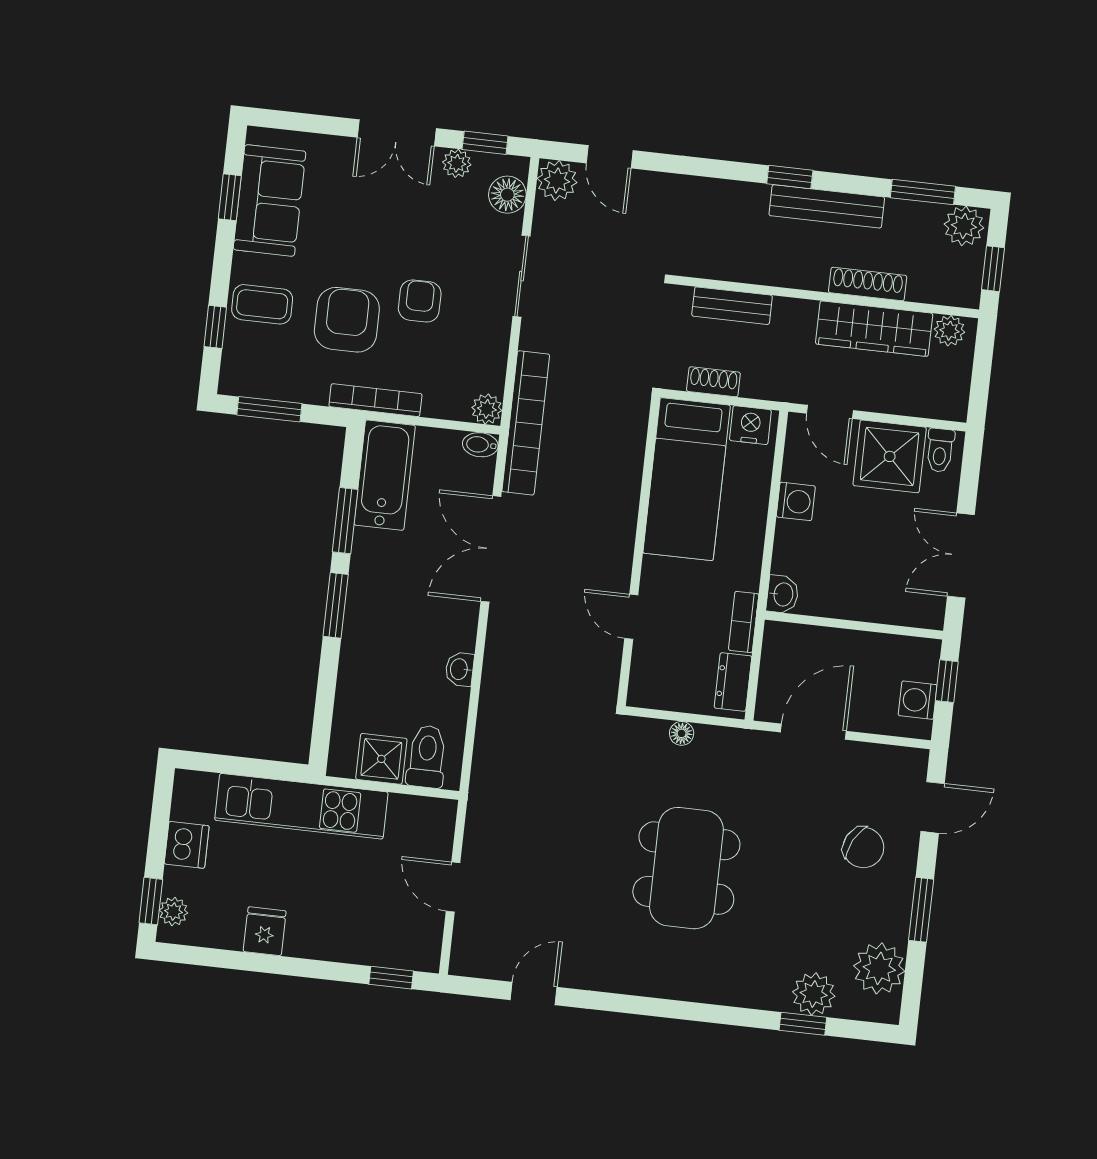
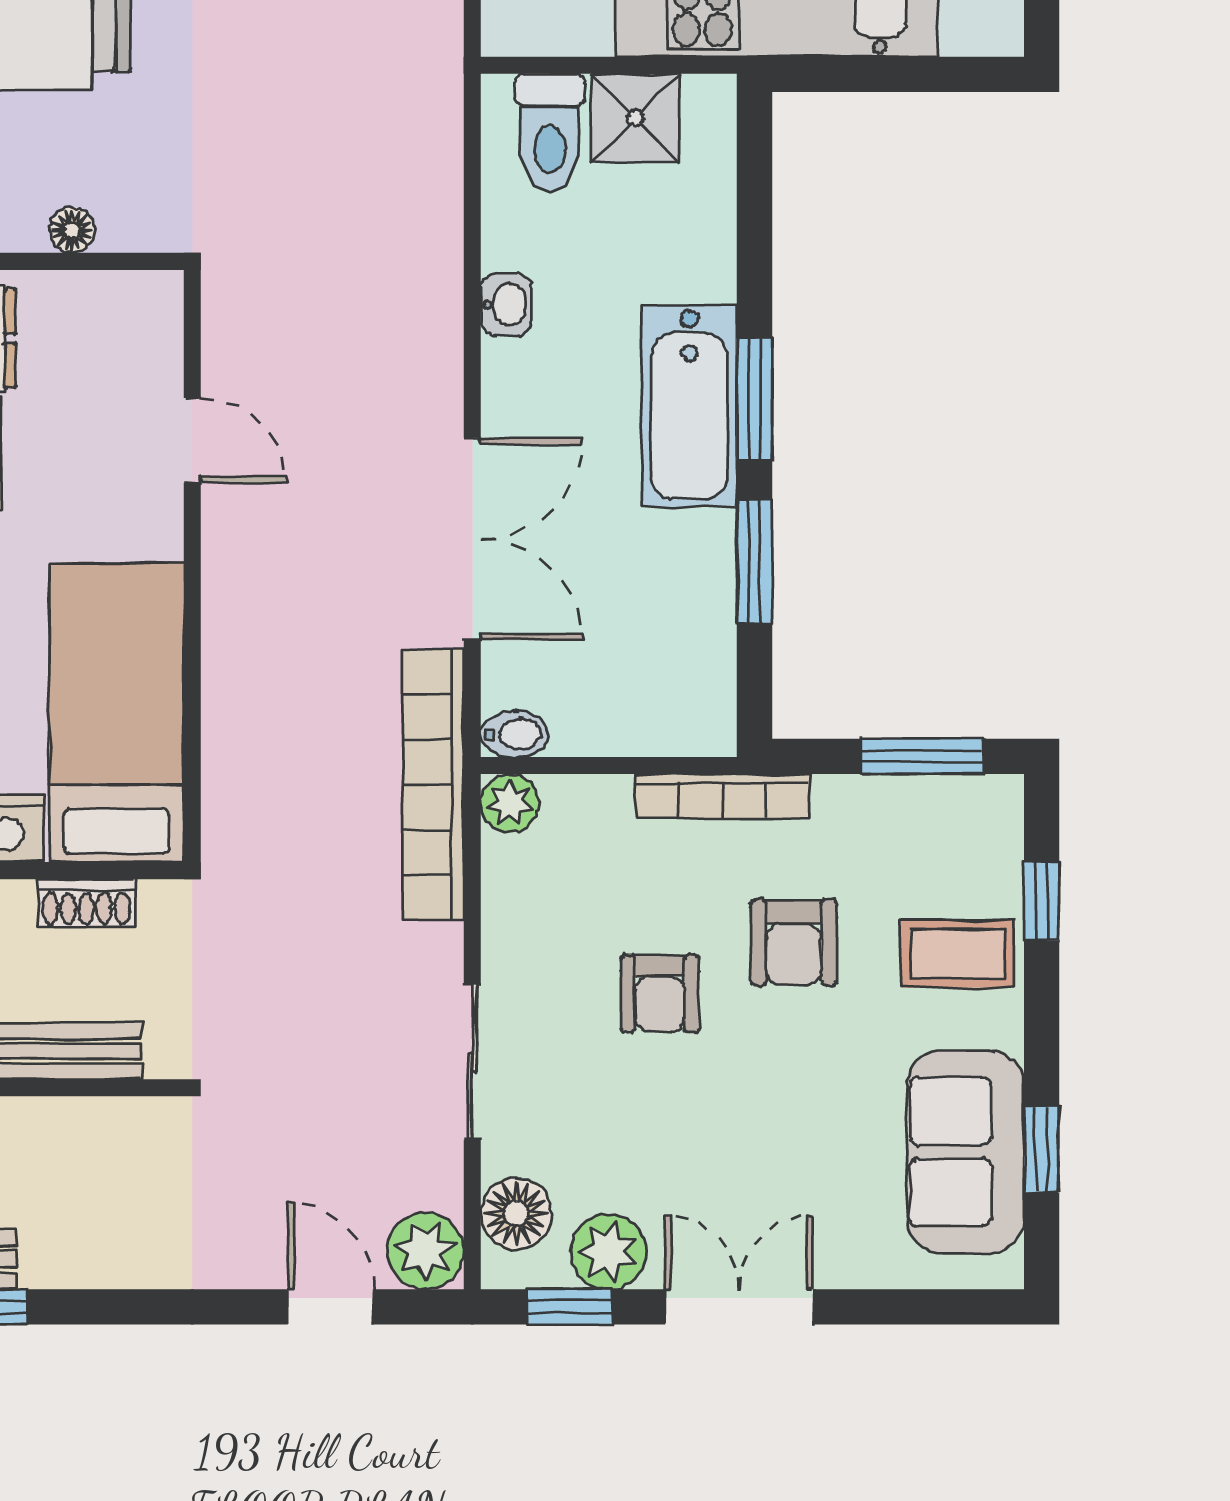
plant: (457, 163) -> (609, 1252), width x1.38, depth x1.38
armchair: (347, 320) -> (794, 942), width x0.72, depth x0.72
bathtub: (385, 475) -> (689, 406), moved

